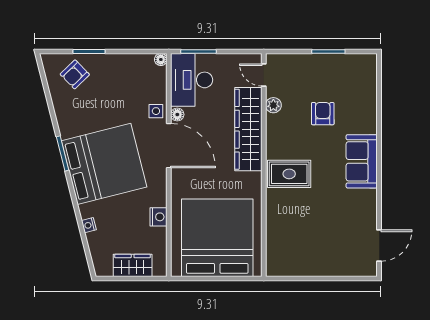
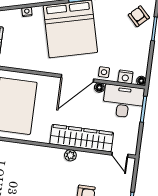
door: (264, 75) -> (120, 155), swing flipped
plant: (273, 105) -> (70, 155), moved
rug: (289, 174) -> (45, 164), removed
nightstand: (159, 217) -> (125, 77), moved

